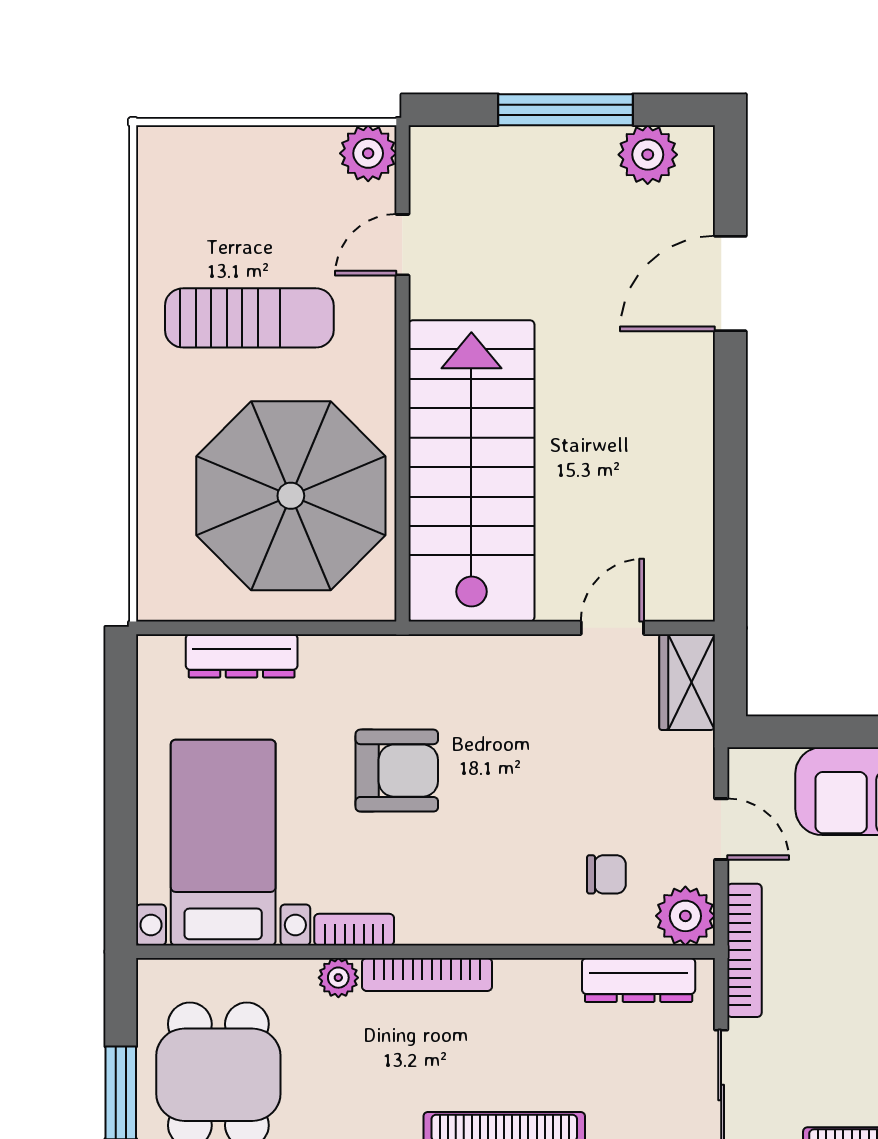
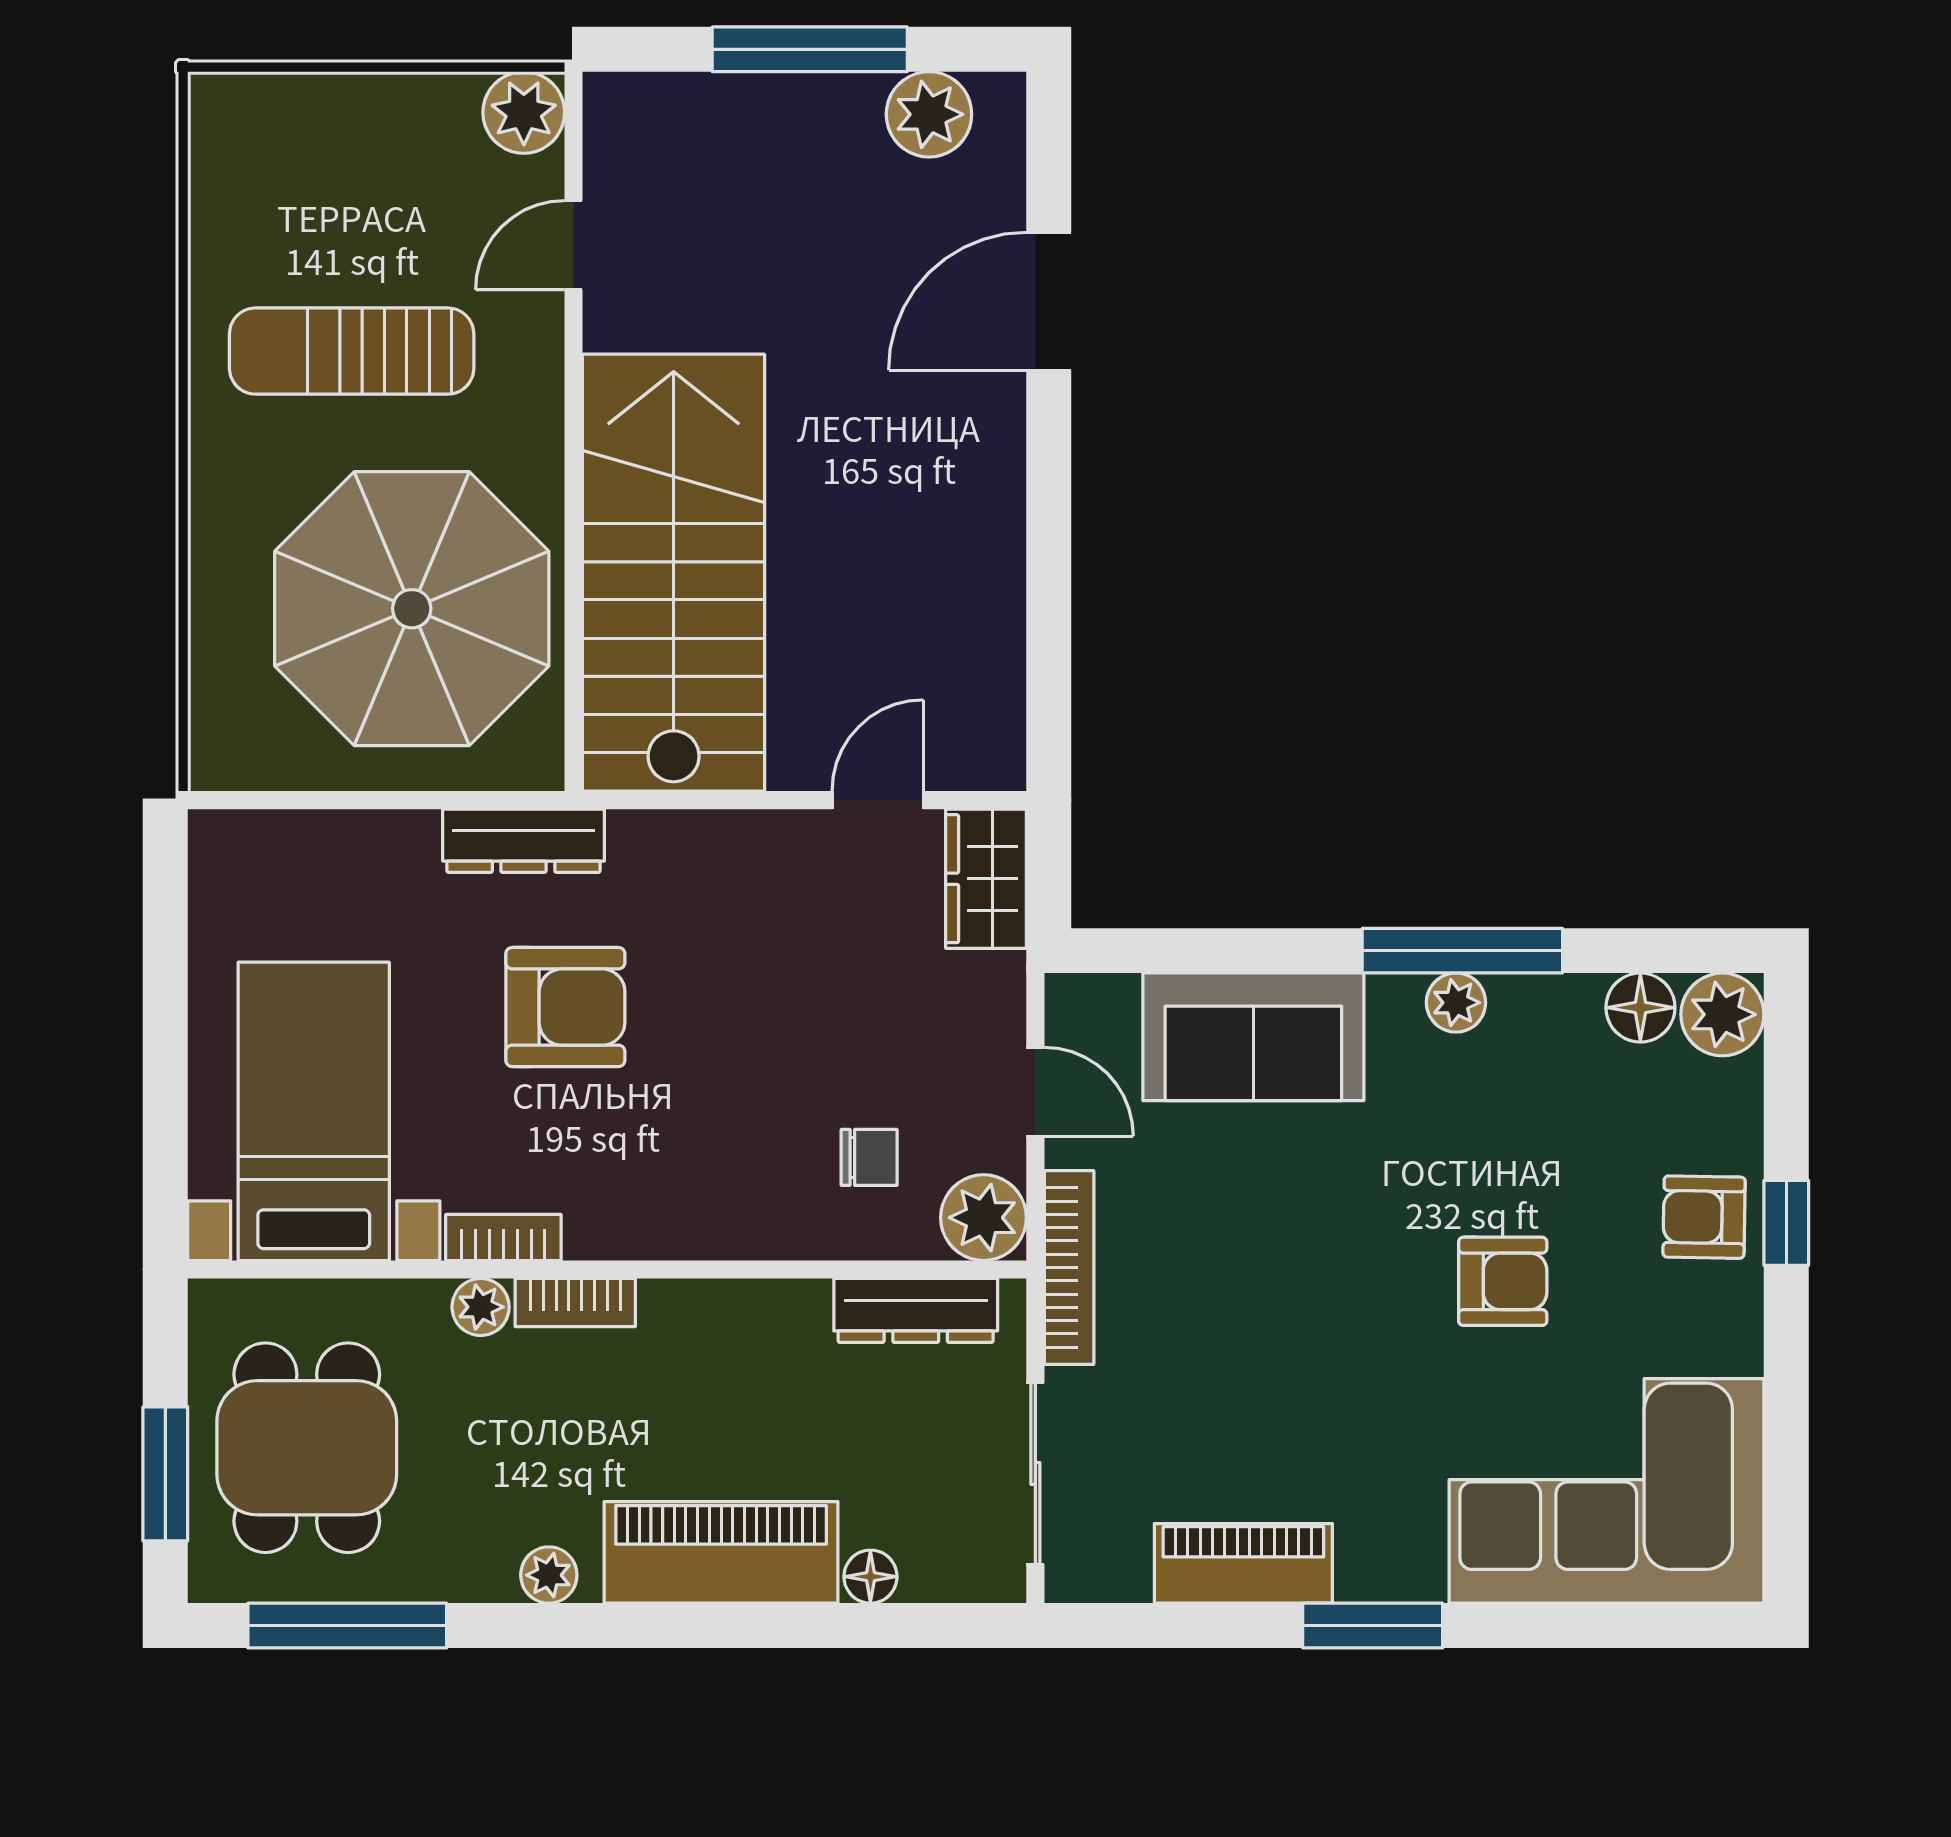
sun lounger: (249, 318) -> (352, 351), turned 180
dresser: (242, 656) -> (524, 841), moved
bookcase: (427, 974) -> (575, 1302), width x0.64

